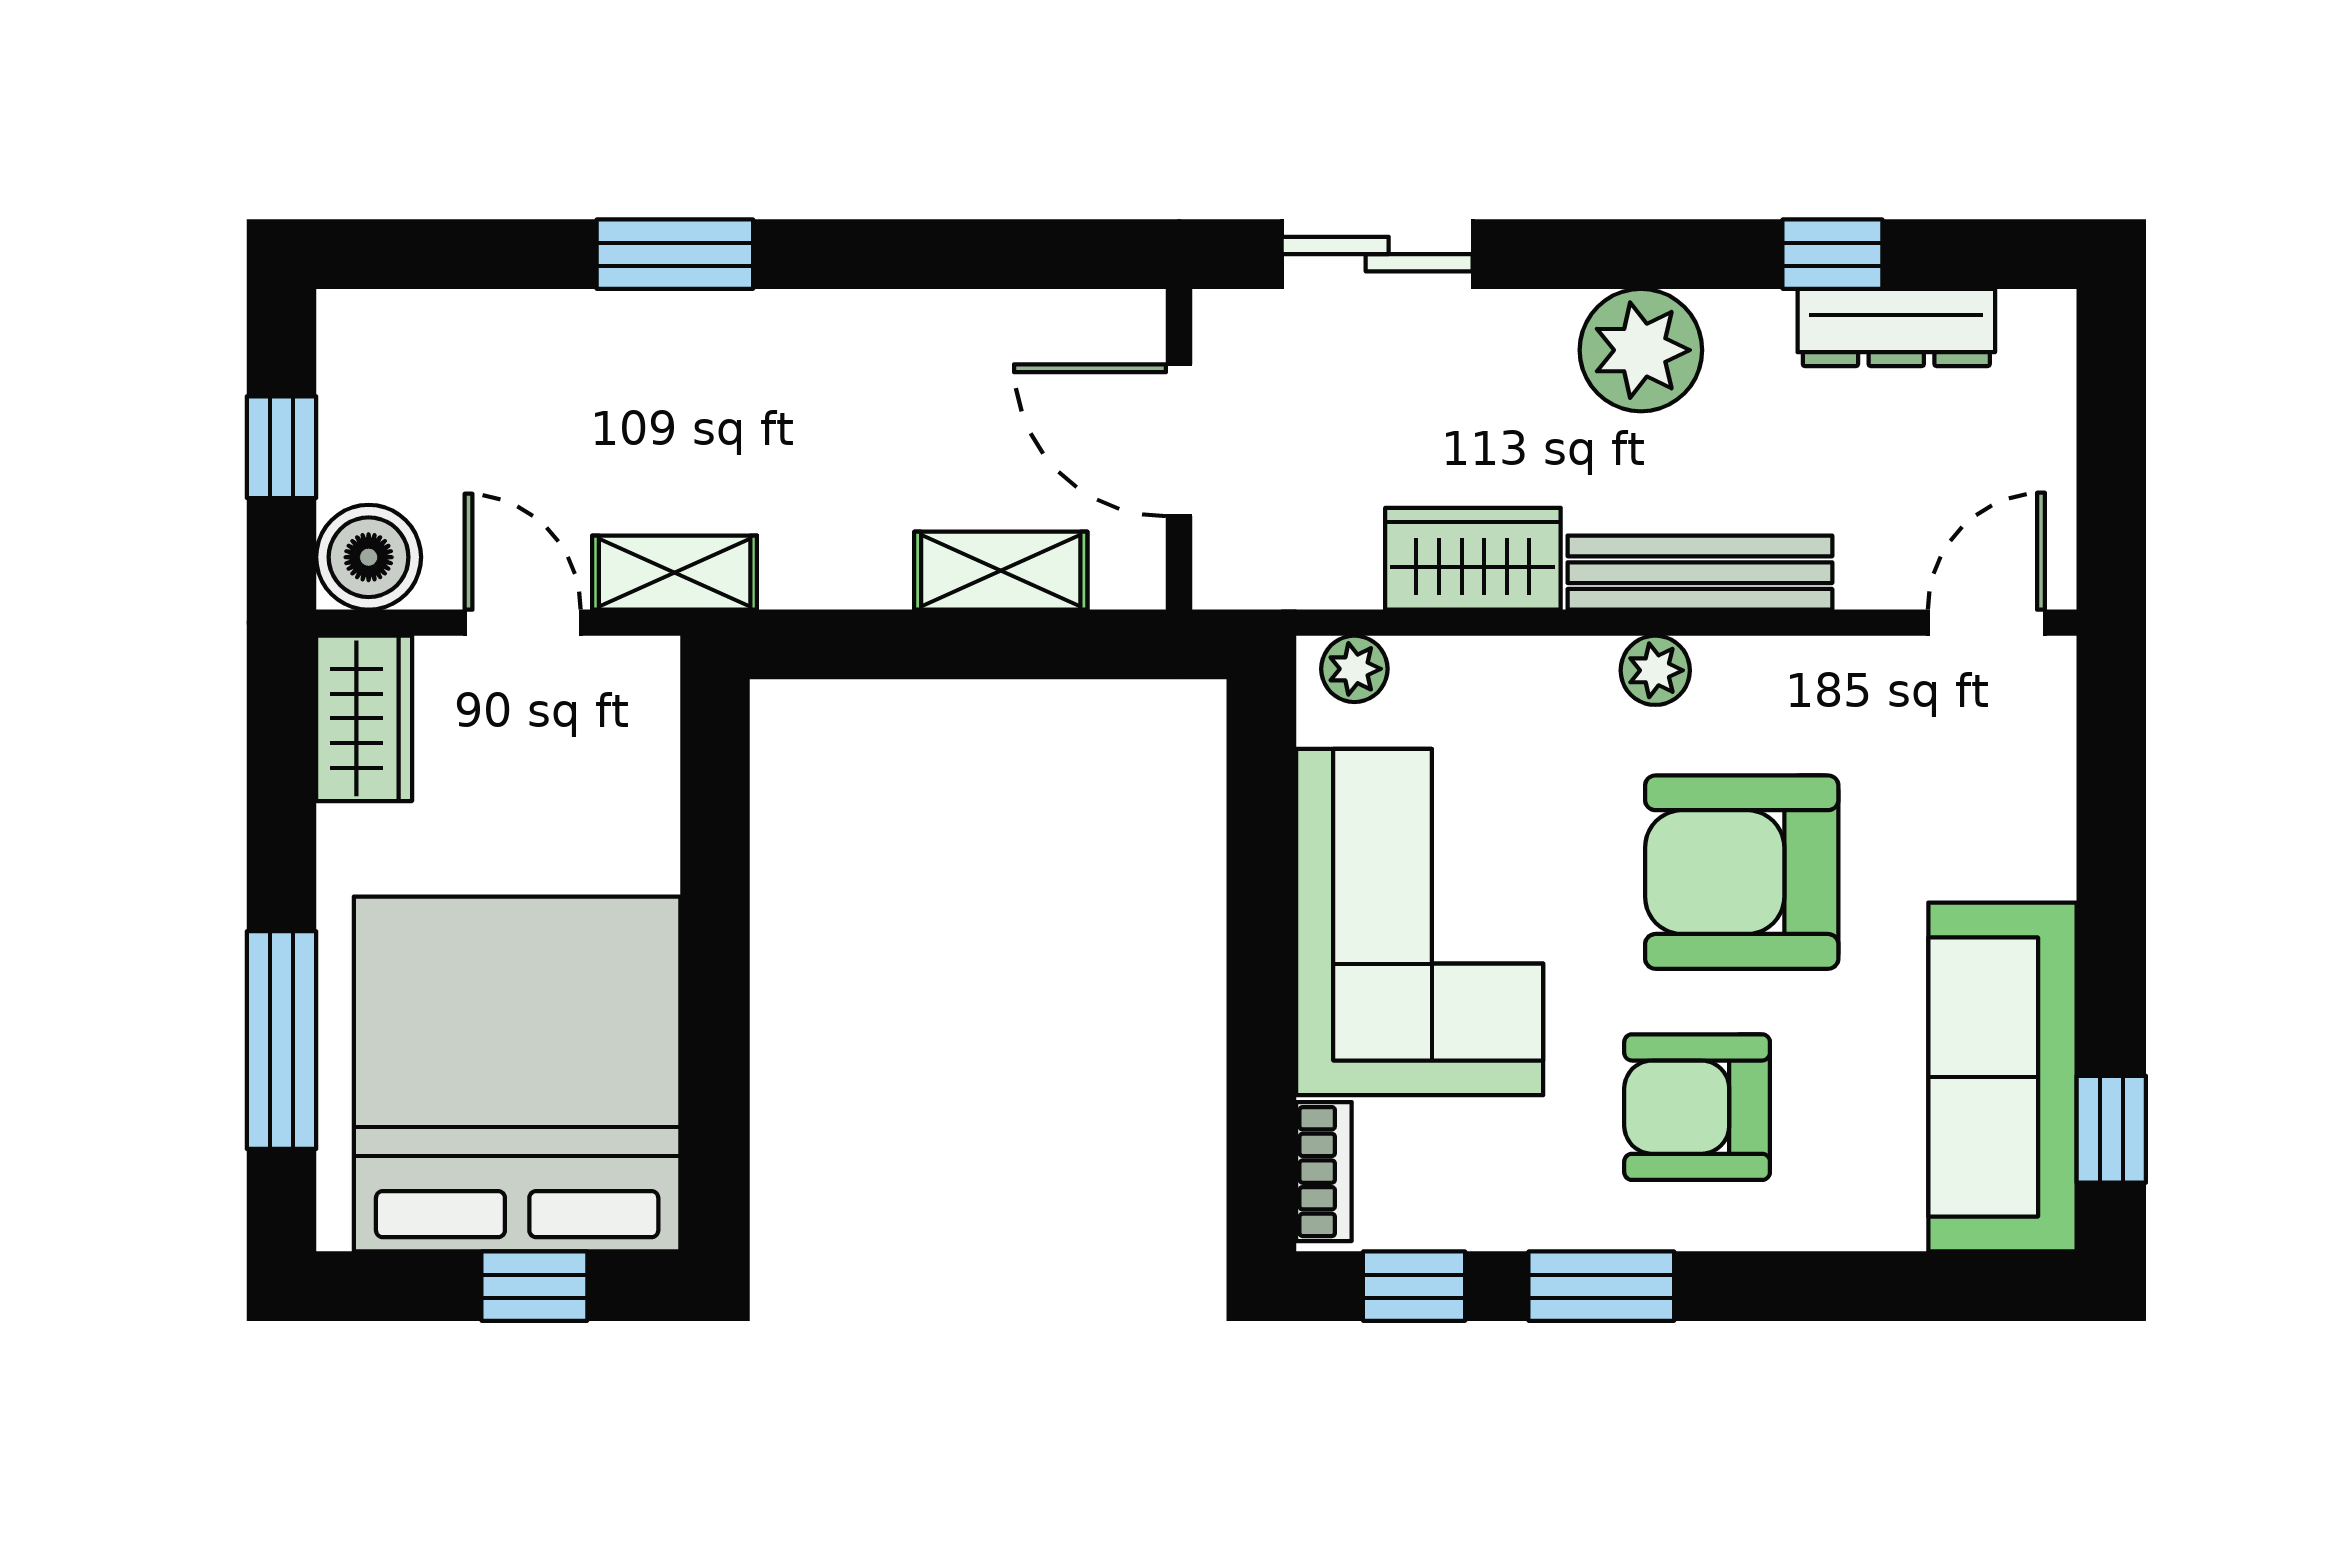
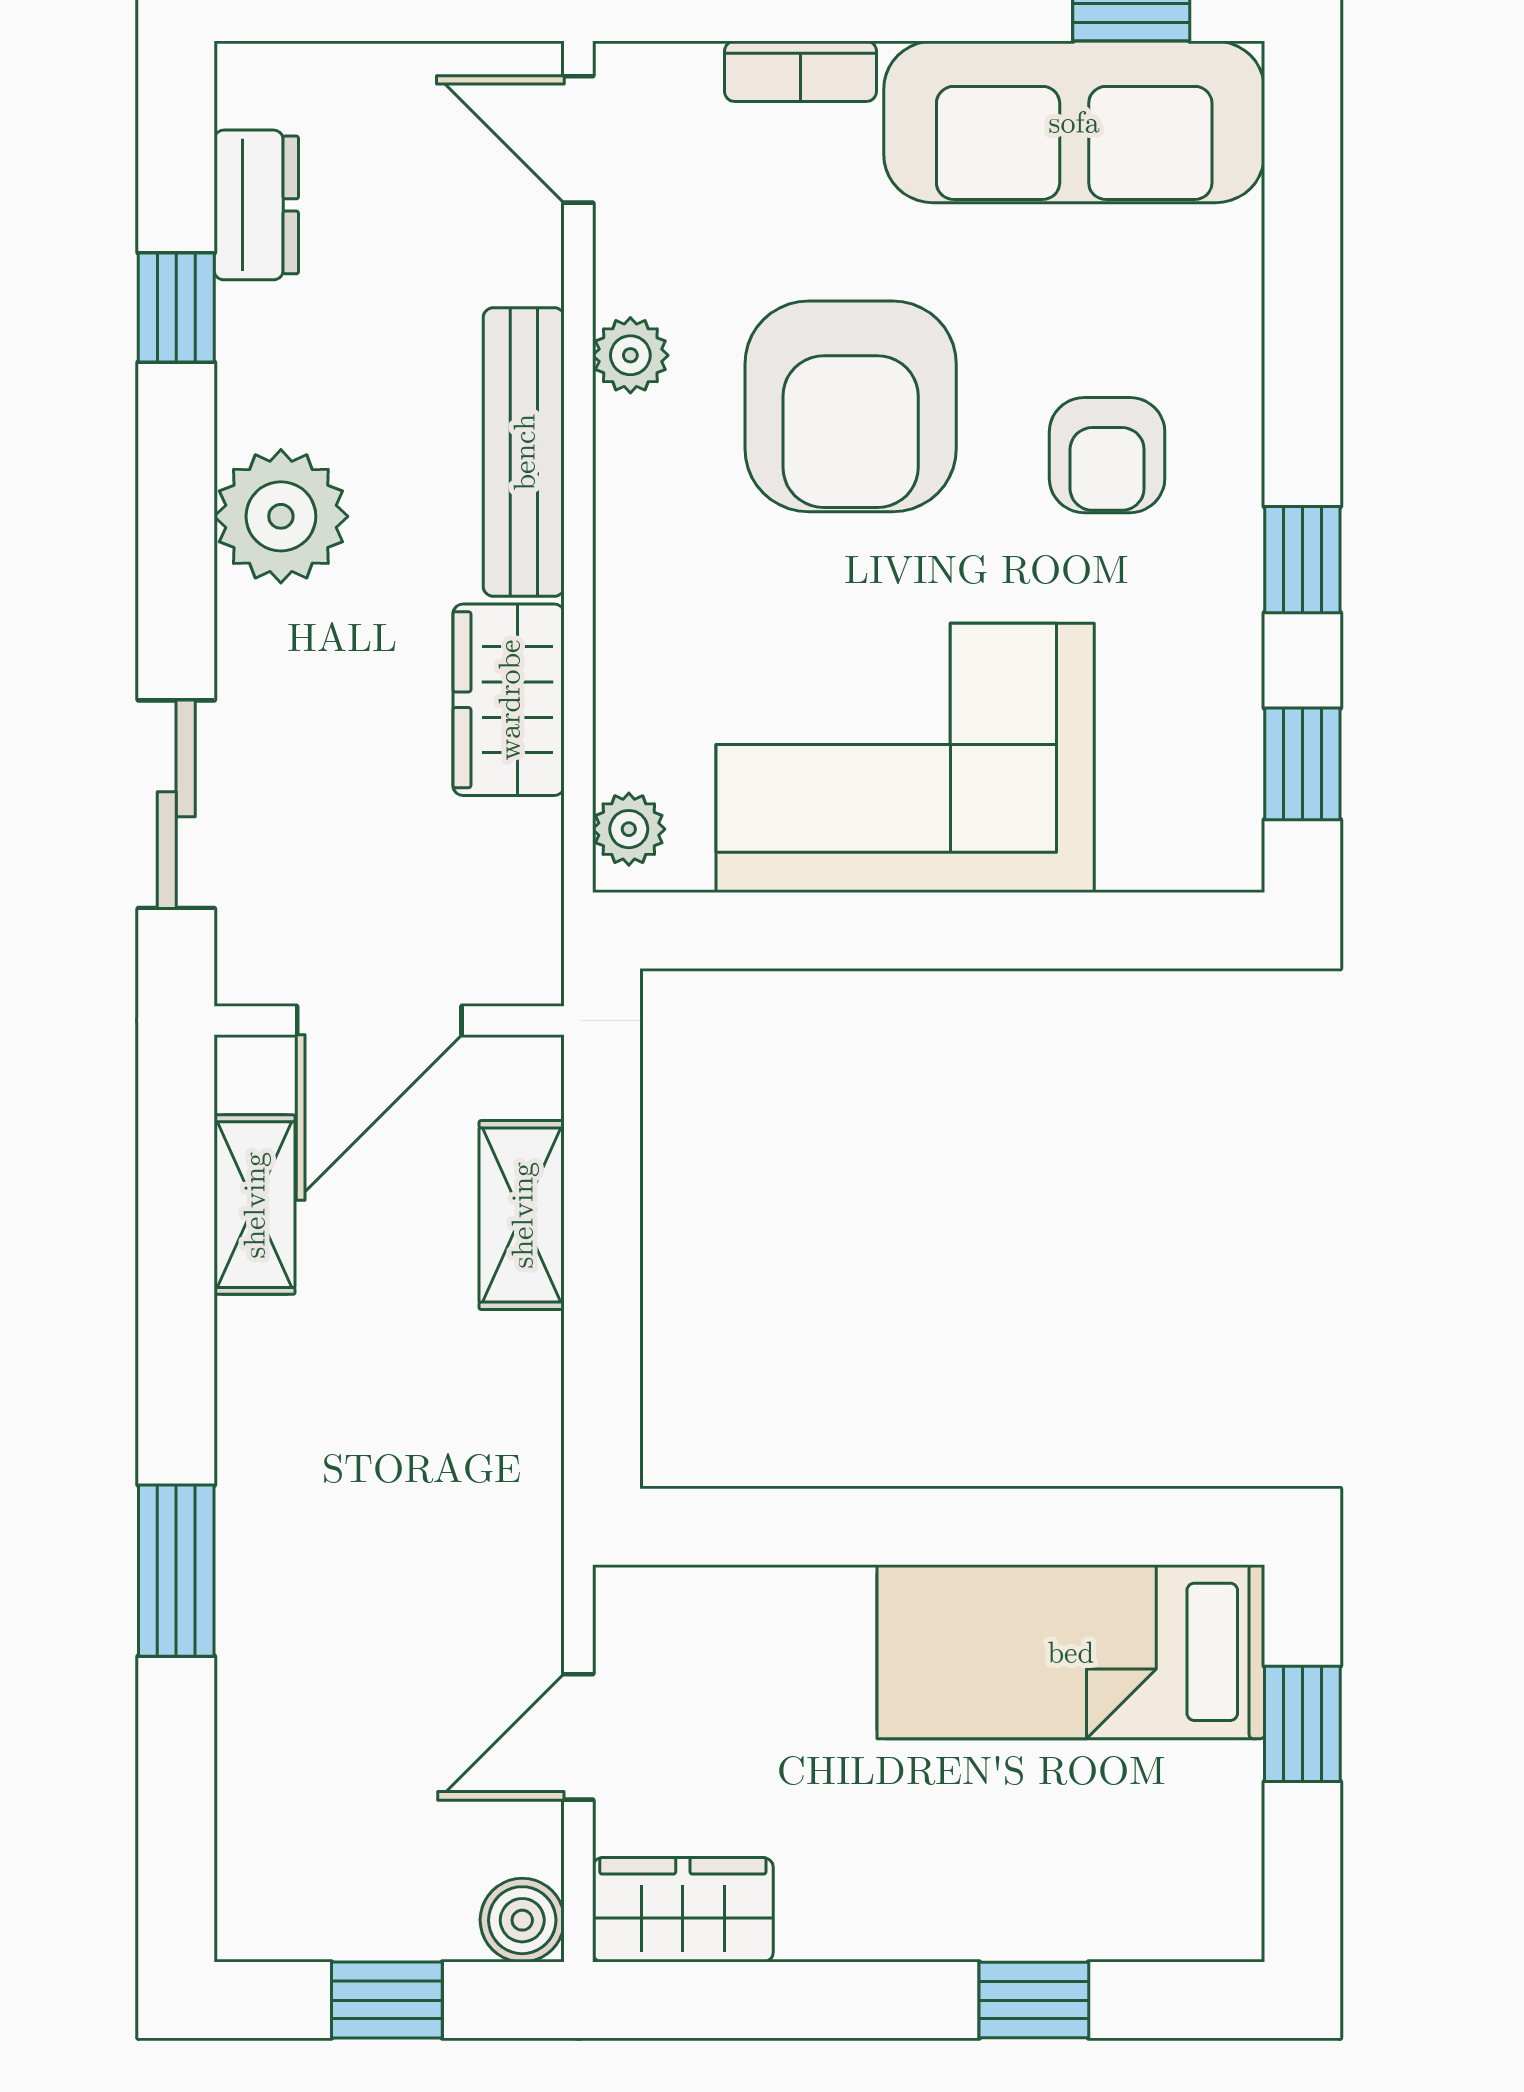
dresser: (1896, 327) -> (256, 205), width x0.70
boiler: (369, 557) -> (522, 1920), width x0.73, depth x0.73
shelving: (675, 573) -> (254, 1205), moved
plant: (1655, 670) -> (630, 355), moved
window: (281, 1040) -> (1034, 2000), width x0.46
bed: (517, 1074) -> (1071, 1652), width x0.49
armchair: (1697, 1107) -> (1107, 455), width x0.72, depth x0.72
bookcase: (1324, 1172) -> (800, 71), moved, turned 180
window: (1601, 1286) -> (1302, 560), width x0.67

